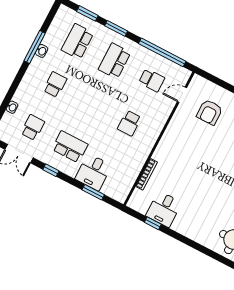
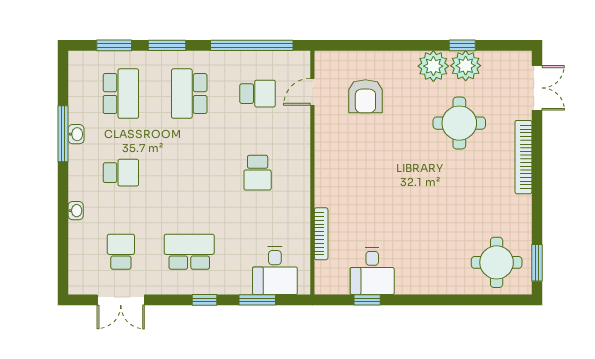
school desk: (77, 42) -> (121, 94), turned 180
school desk: (55, 85) -> (121, 173), turned 90
washbasin: (12, 107) -> (76, 211), moved
window: (51, 170) -> (204, 300), moved
desk: (93, 172) -> (275, 271), moved

